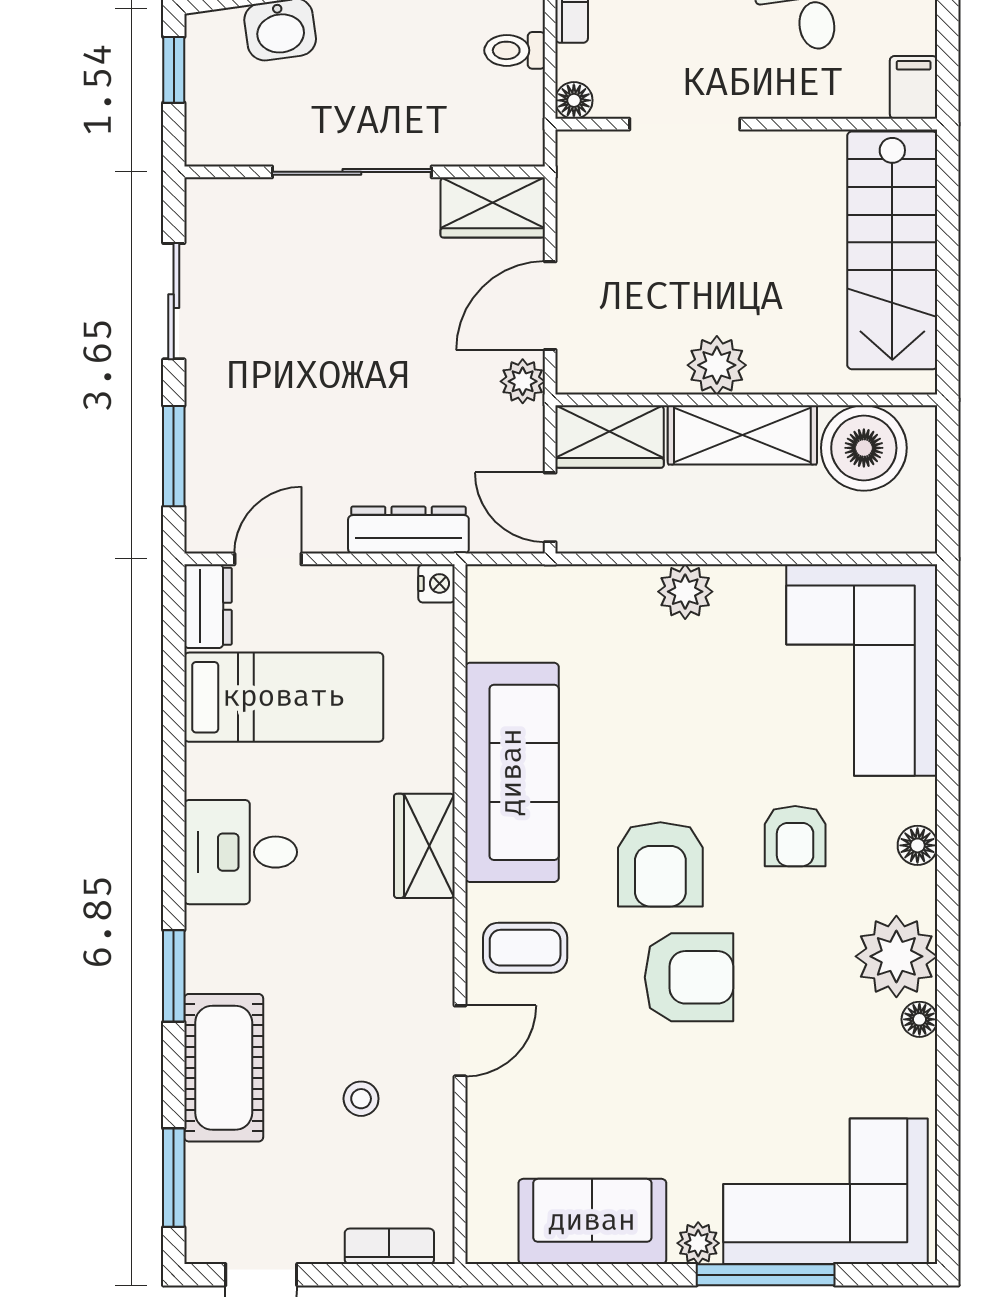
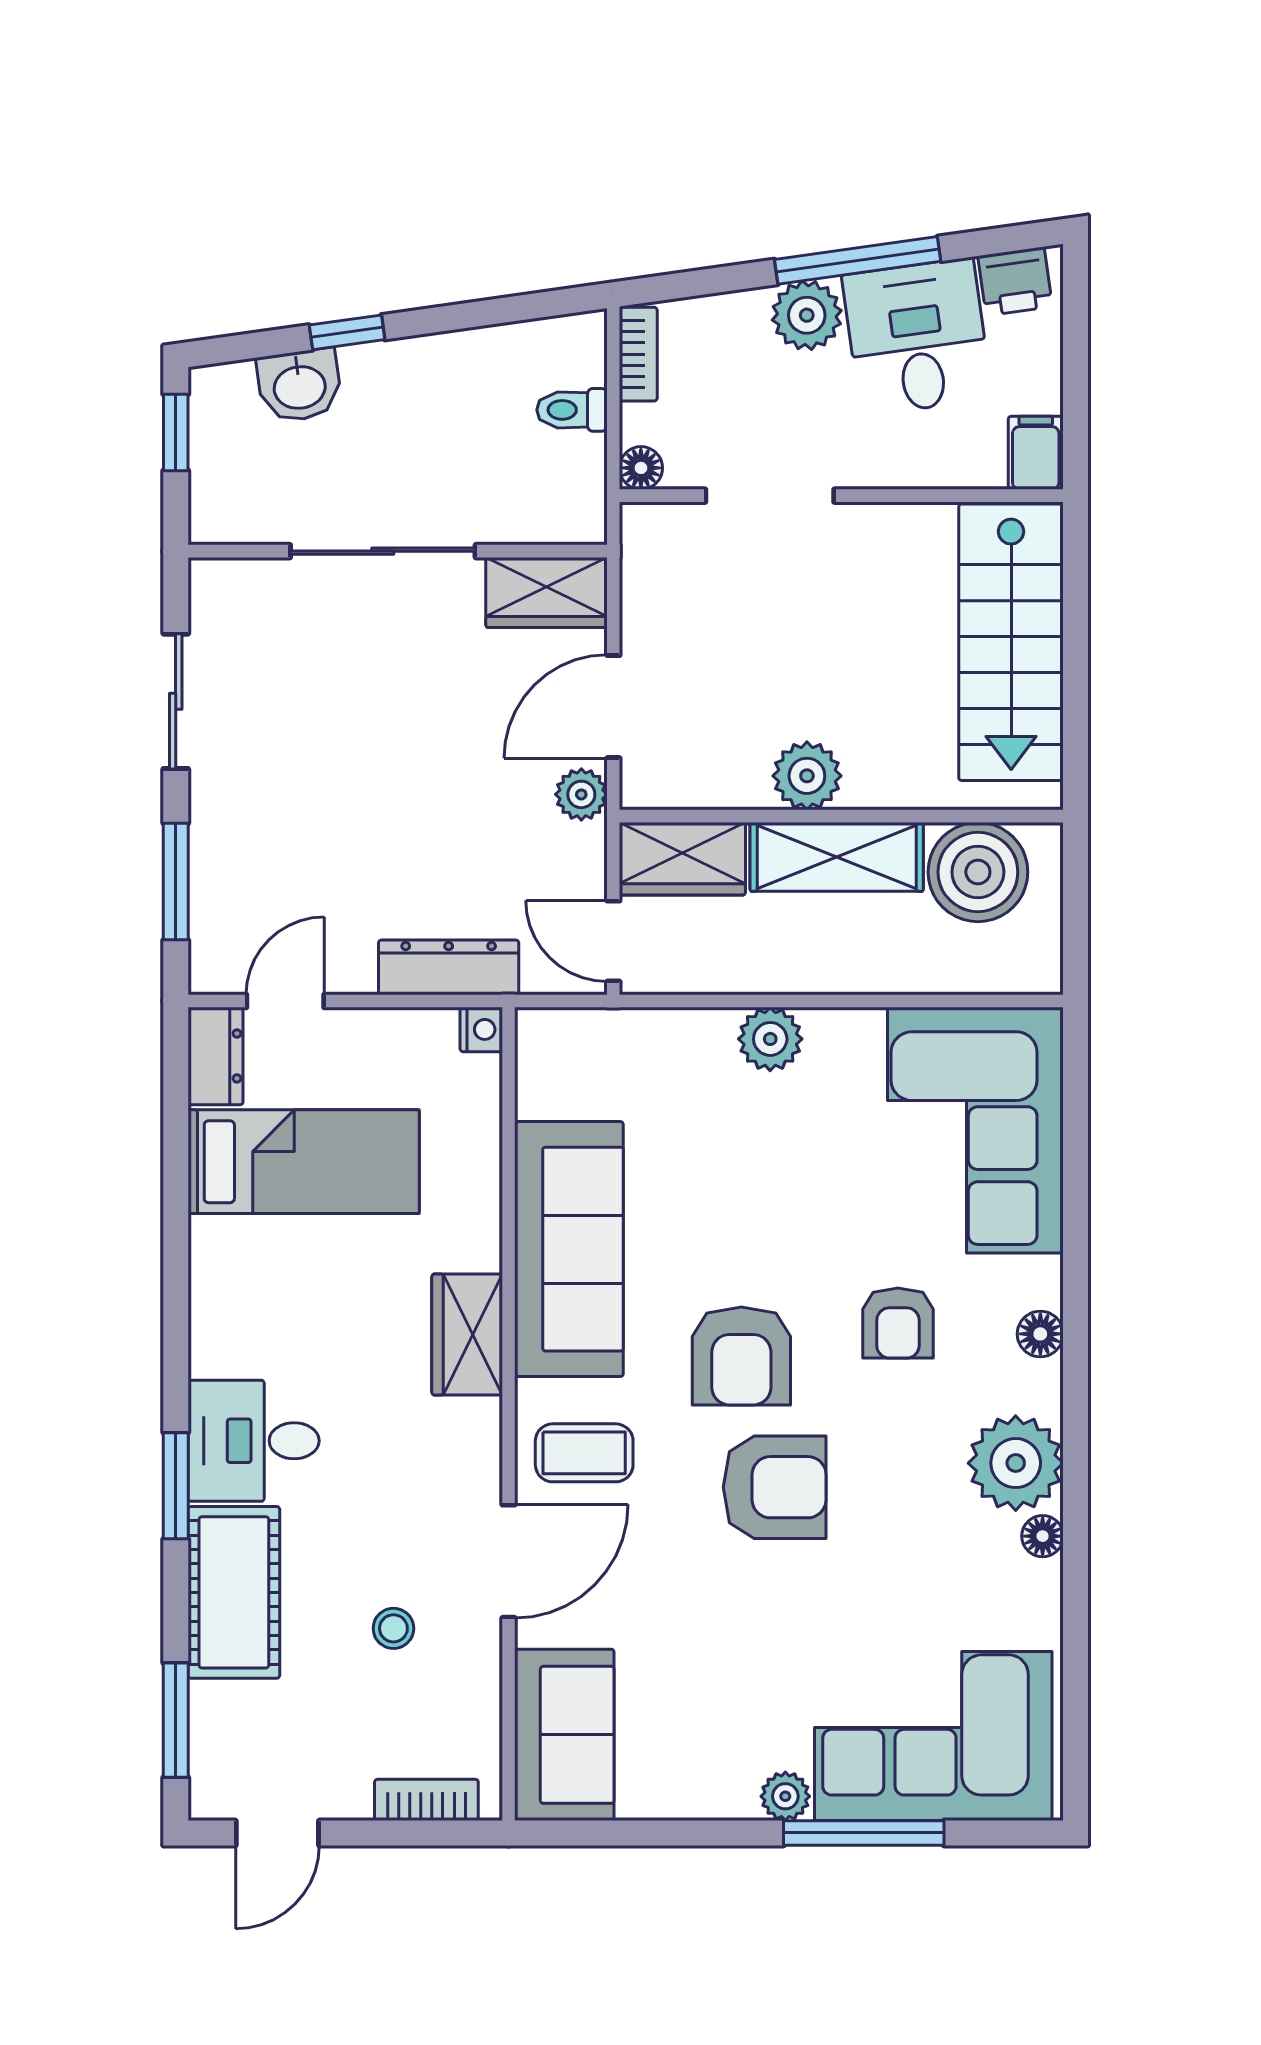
desk: (241, 852) -> (254, 1441), moved
door: (460, 1041) -> (509, 1561), width x1.38
sofa: (592, 1221) -> (564, 1735), moved, turned 90

